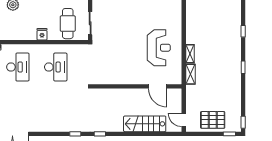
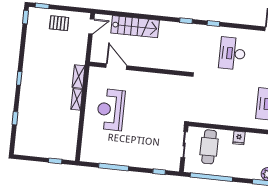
desk: (56, 67) -> (232, 53), moved
door: (184, 120) -> (91, 26), hinge flipped
pallet: (213, 120) -> (59, 23), width x0.67, depth x0.71

